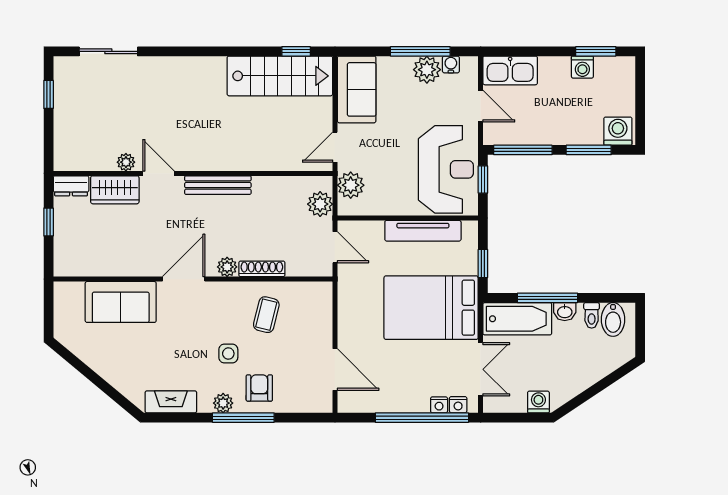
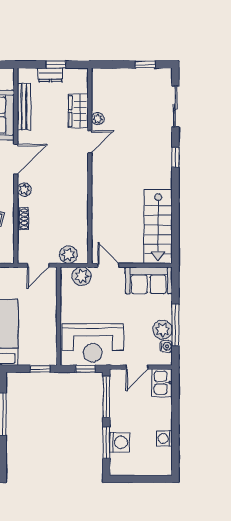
window: (296, 51) -> (175, 157), moved
window: (596, 51) -> (175, 448), removed
kitchen sink: (510, 70) -> (162, 383), width x0.73
washing machine: (618, 131) -> (119, 442), moved
bench: (218, 185) -> (24, 107), moved
dresser: (71, 186) -> (50, 75), moved, turned -90
tv unit: (423, 231) -> (50, 327), removed
window: (483, 264) -> (40, 369), moved
shoe rack: (262, 269) -> (23, 219), width x0.70
door: (184, 279) -> (16, 159), hinge flipped

